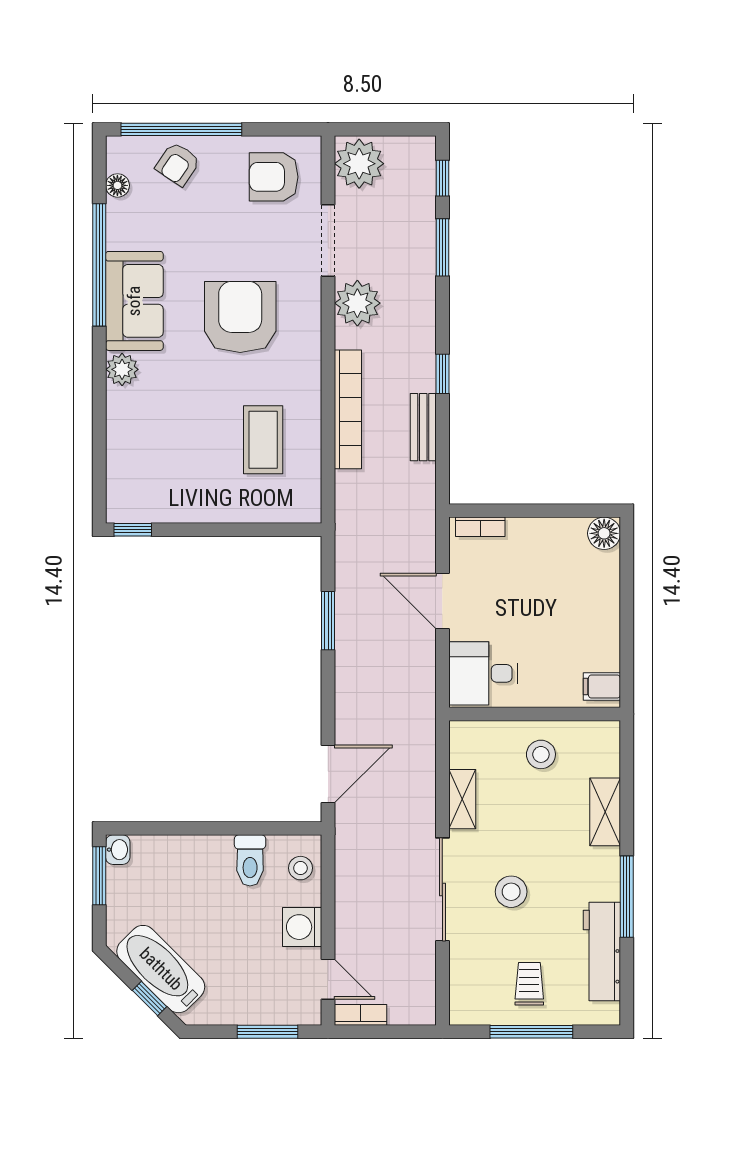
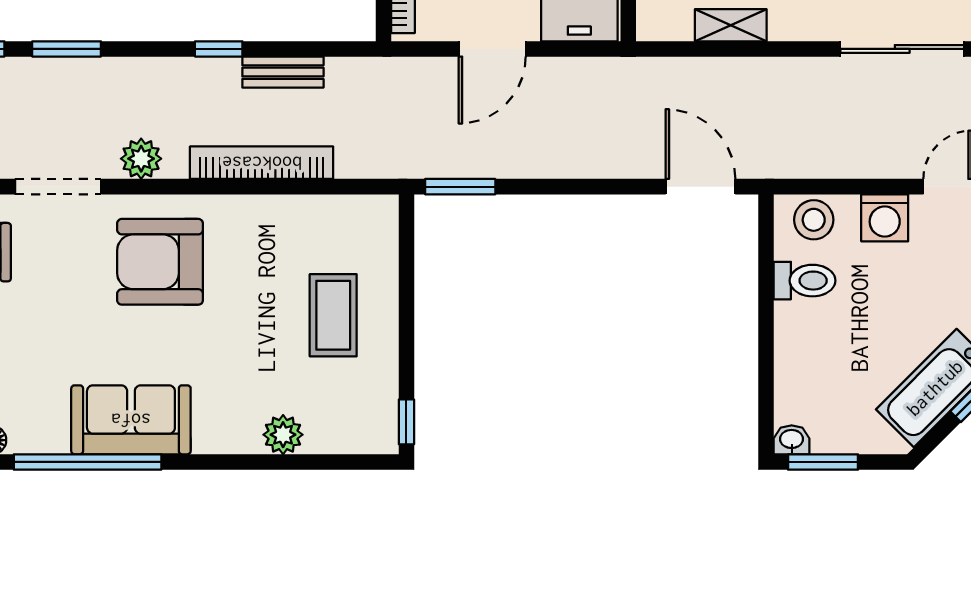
plant: (357, 303) -> (141, 159), width x0.73, depth x0.73
armchair: (240, 317) -> (160, 262), moved
plant: (122, 369) -> (283, 435), moved
coffee table: (263, 440) -> (333, 315), moved, turned 90
window: (328, 621) -> (460, 187), moved
stool: (301, 868) -> (814, 220), width x1.37, depth x1.37
sliding door: (442, 889) -> (902, 49), moved

